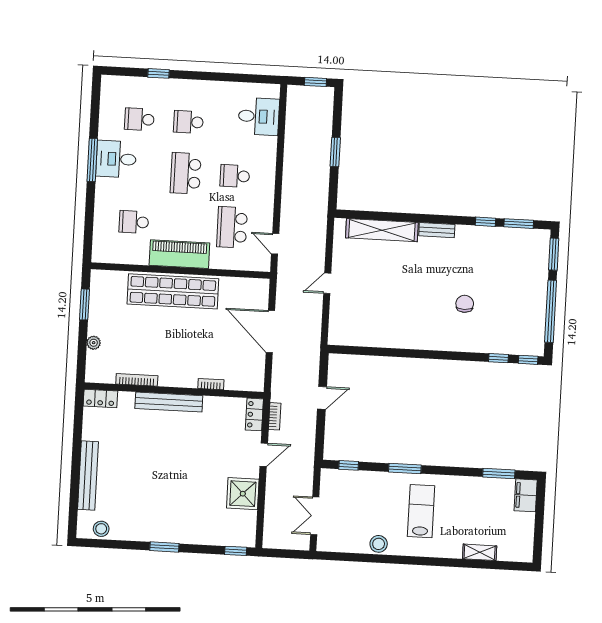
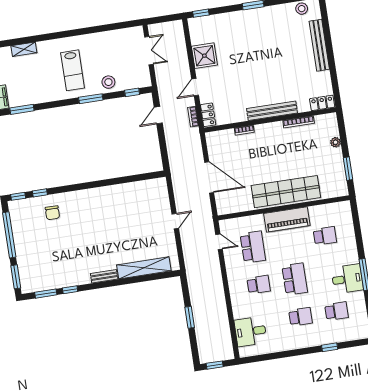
chair: (465, 304) -> (52, 213), moved
door: (322, 398) -> (158, 115), moved
stool: (379, 544) -> (108, 82), moved

